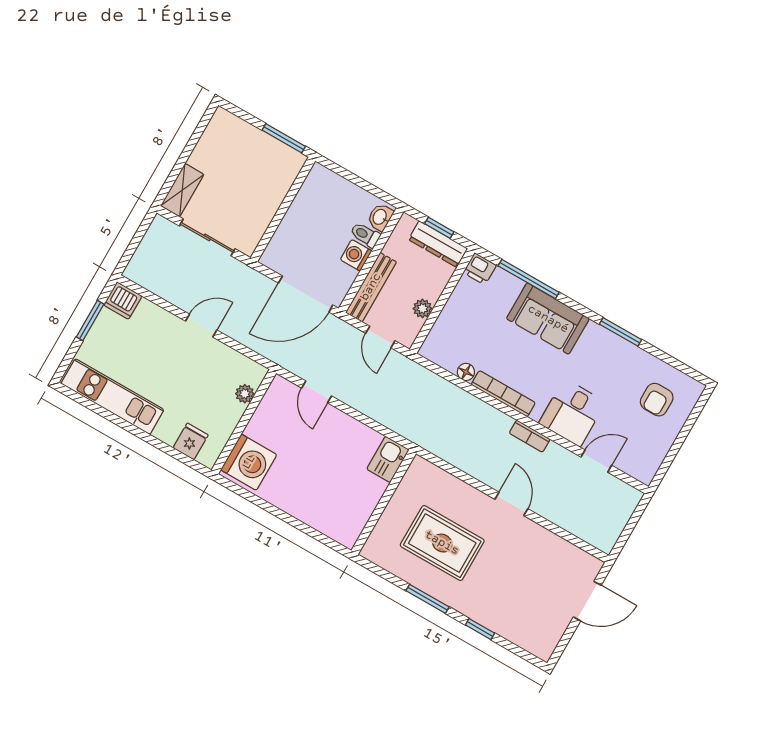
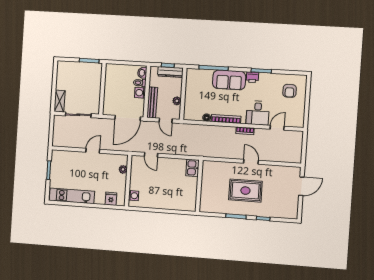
printer: (480, 269) -> (252, 77), moved
dishwasher: (123, 301) -> (58, 156), removed
washing machine: (249, 462) -> (134, 196), width x0.53, depth x0.53
rug: (442, 543) -> (245, 191), moved

